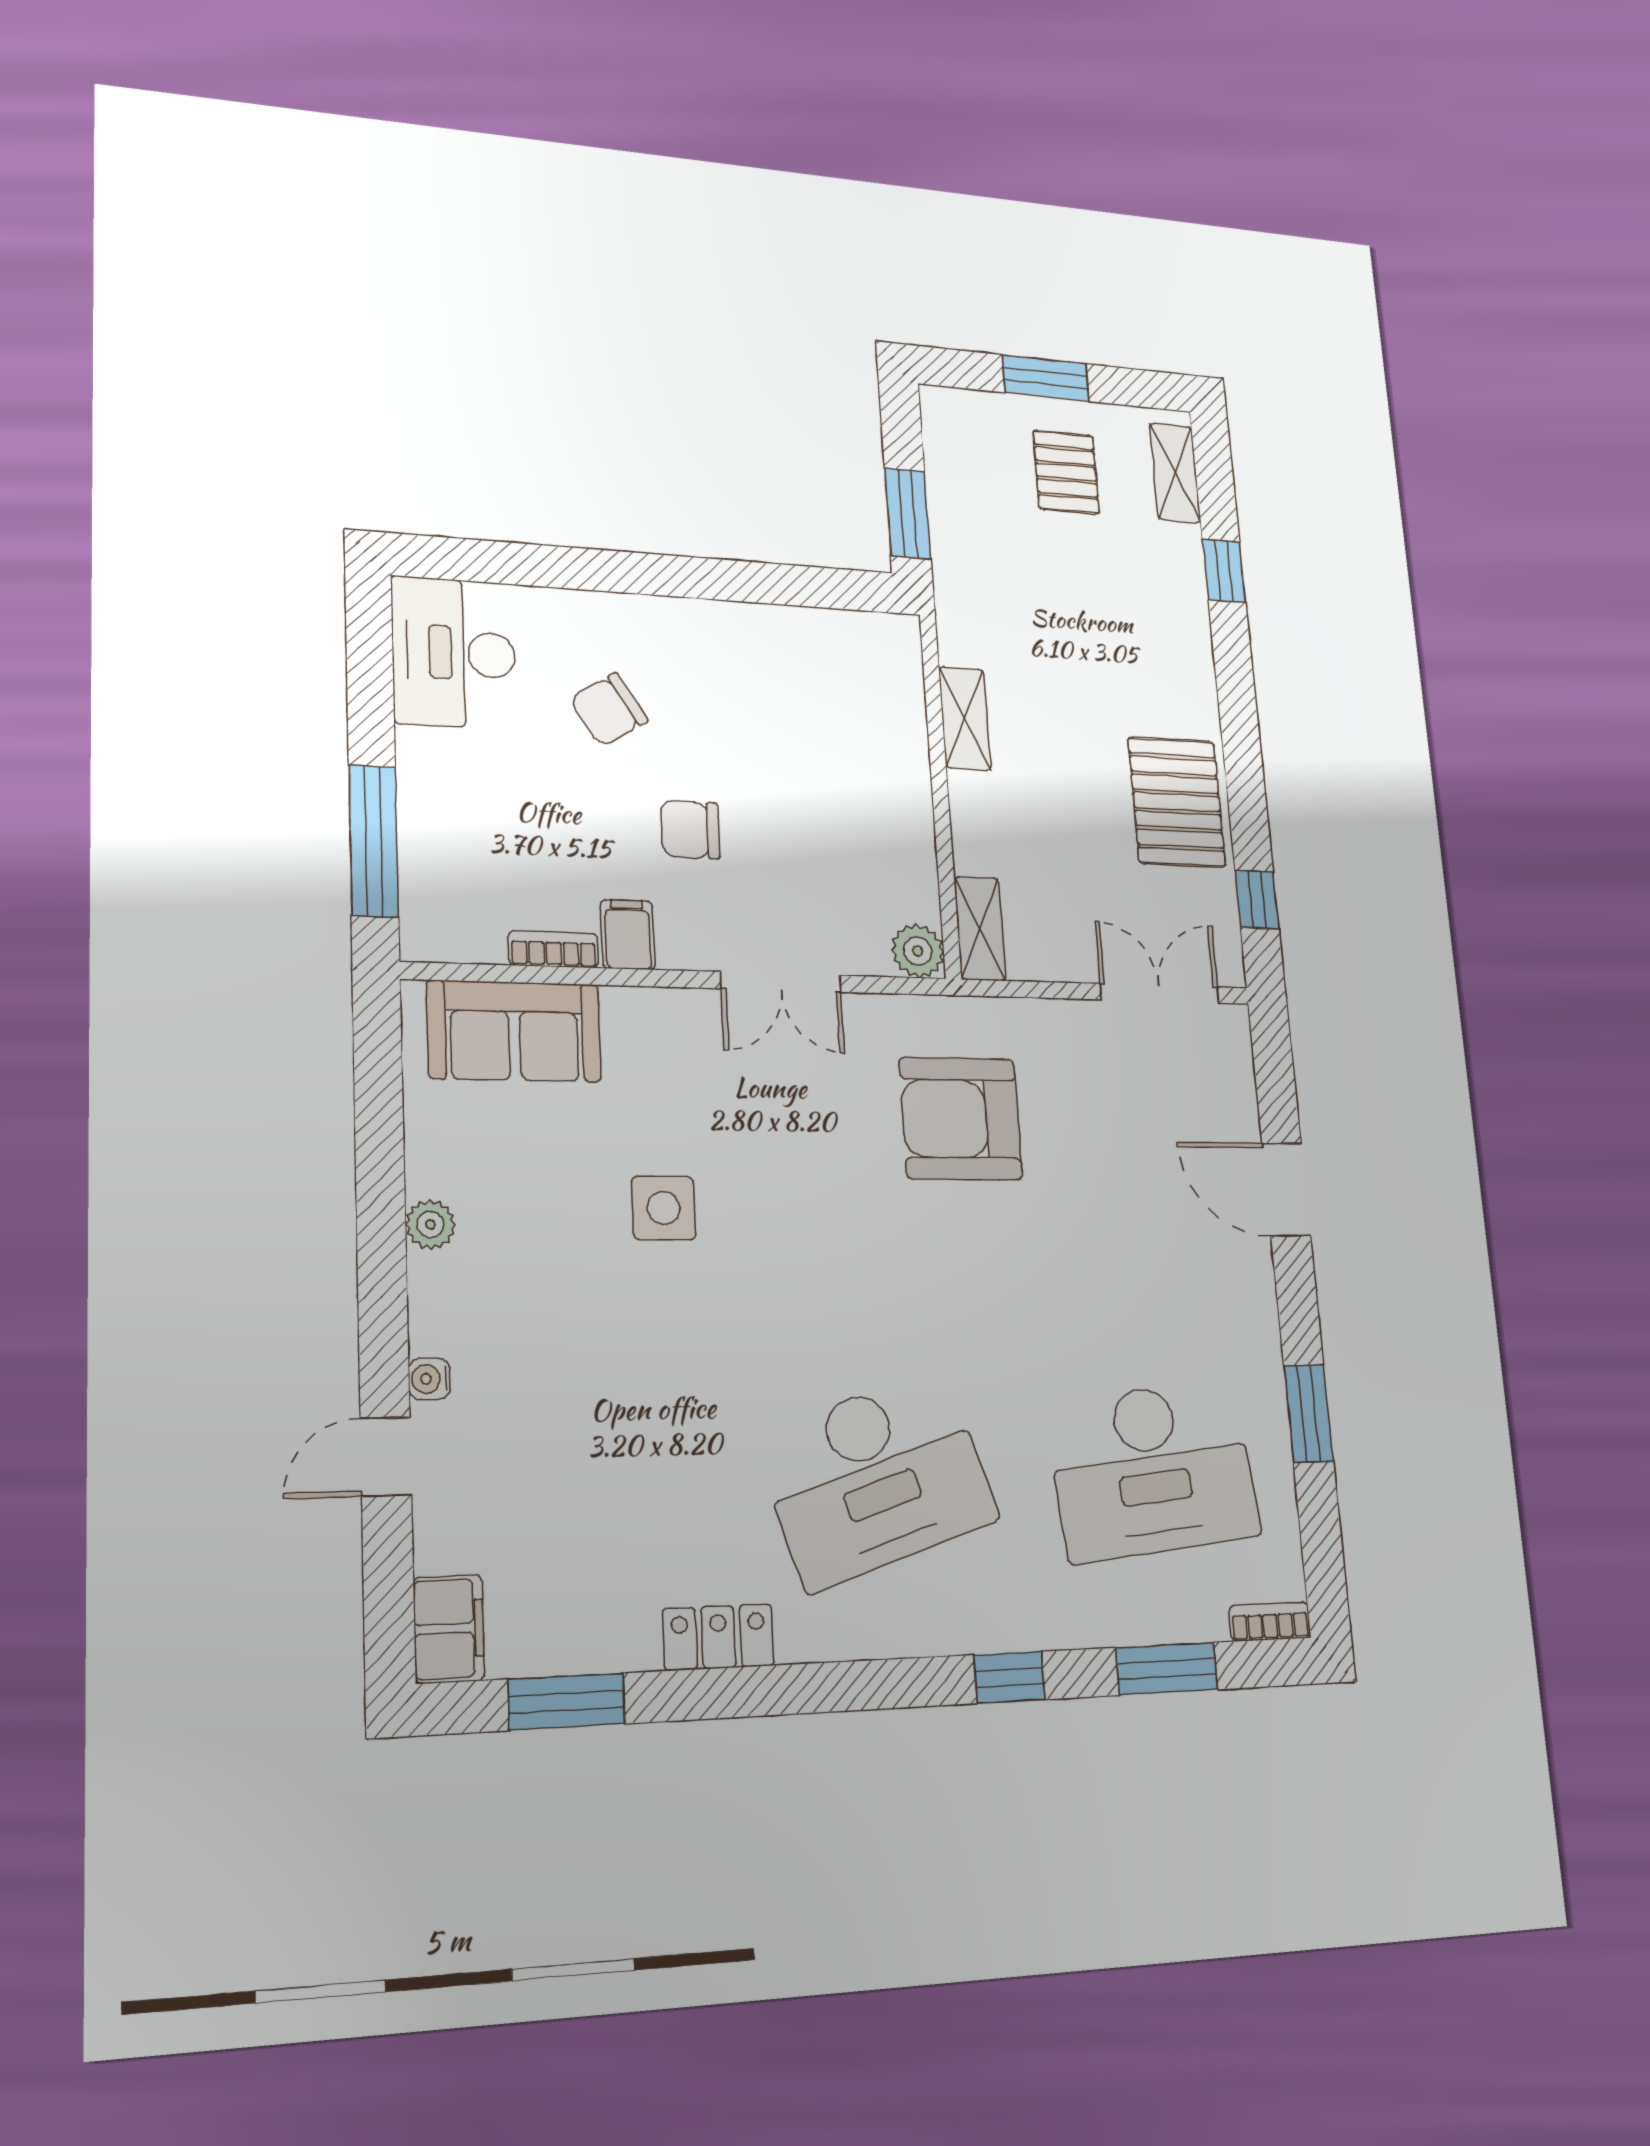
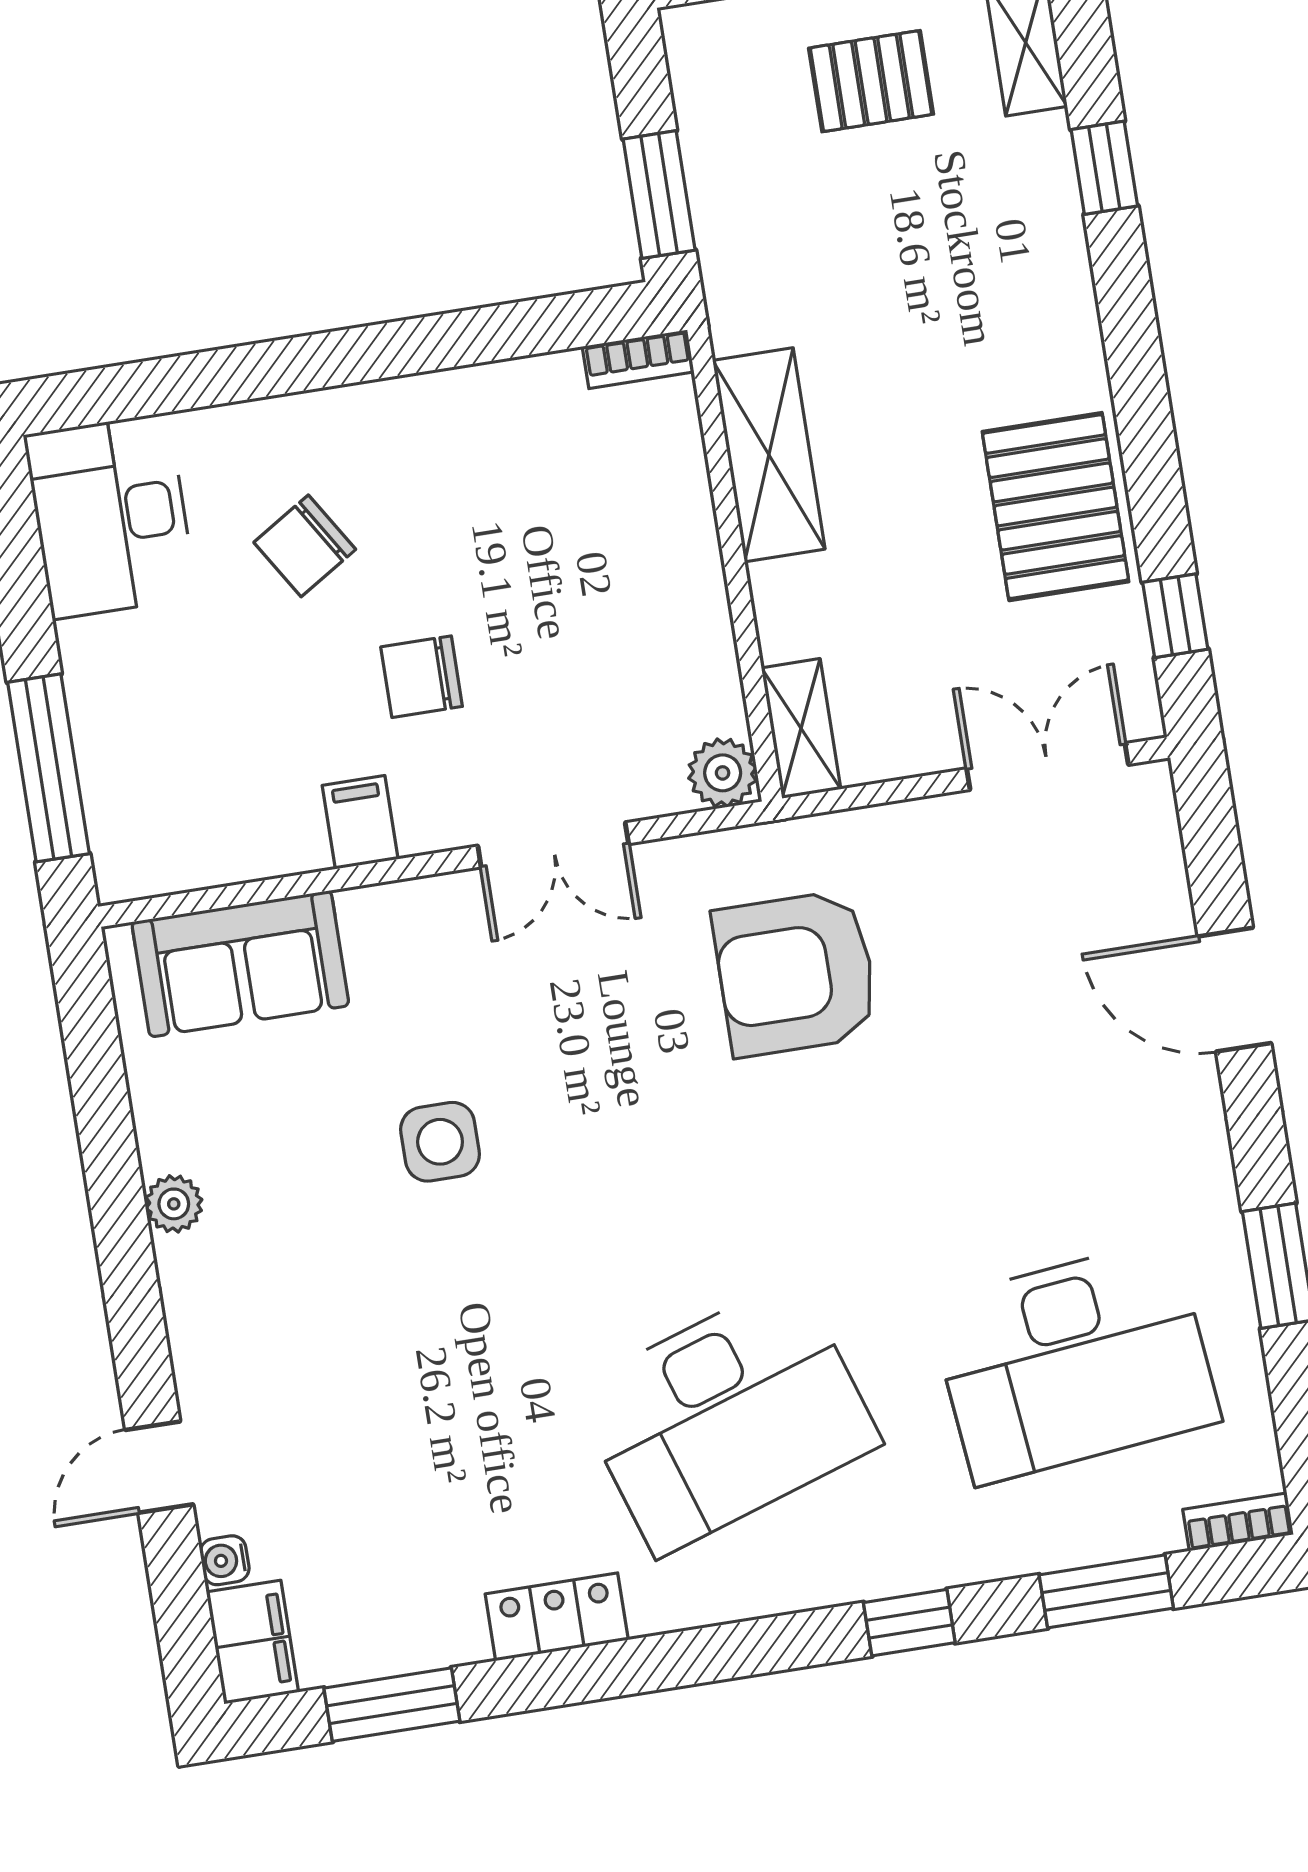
pallet: (1066, 472) -> (871, 81), turned 90
shelving: (965, 719) -> (769, 455), width x1.50, depth x1.33
bookcase: (554, 949) -> (638, 359), moved, turned 180
water cooler: (429, 1379) -> (225, 1560), moved

